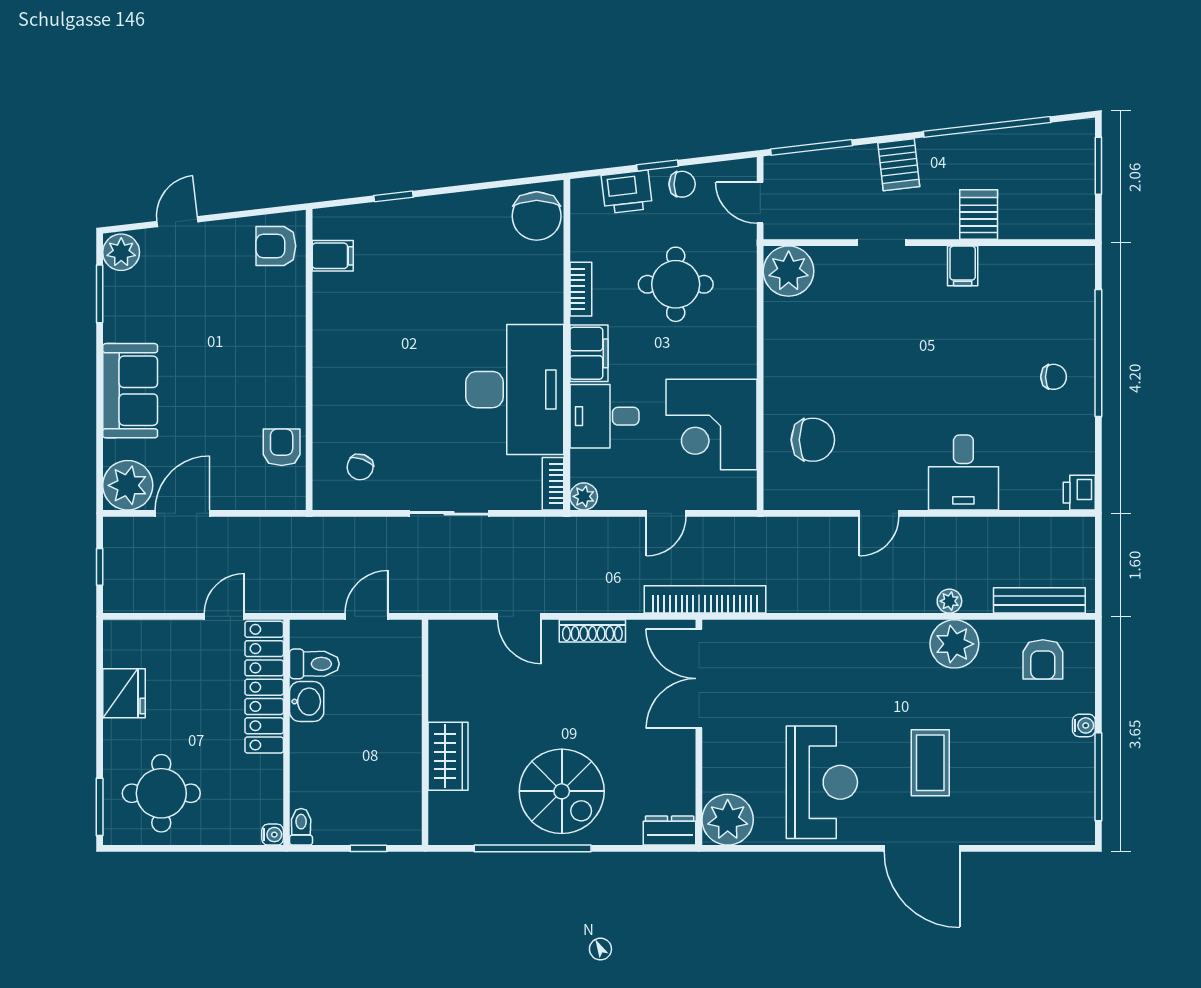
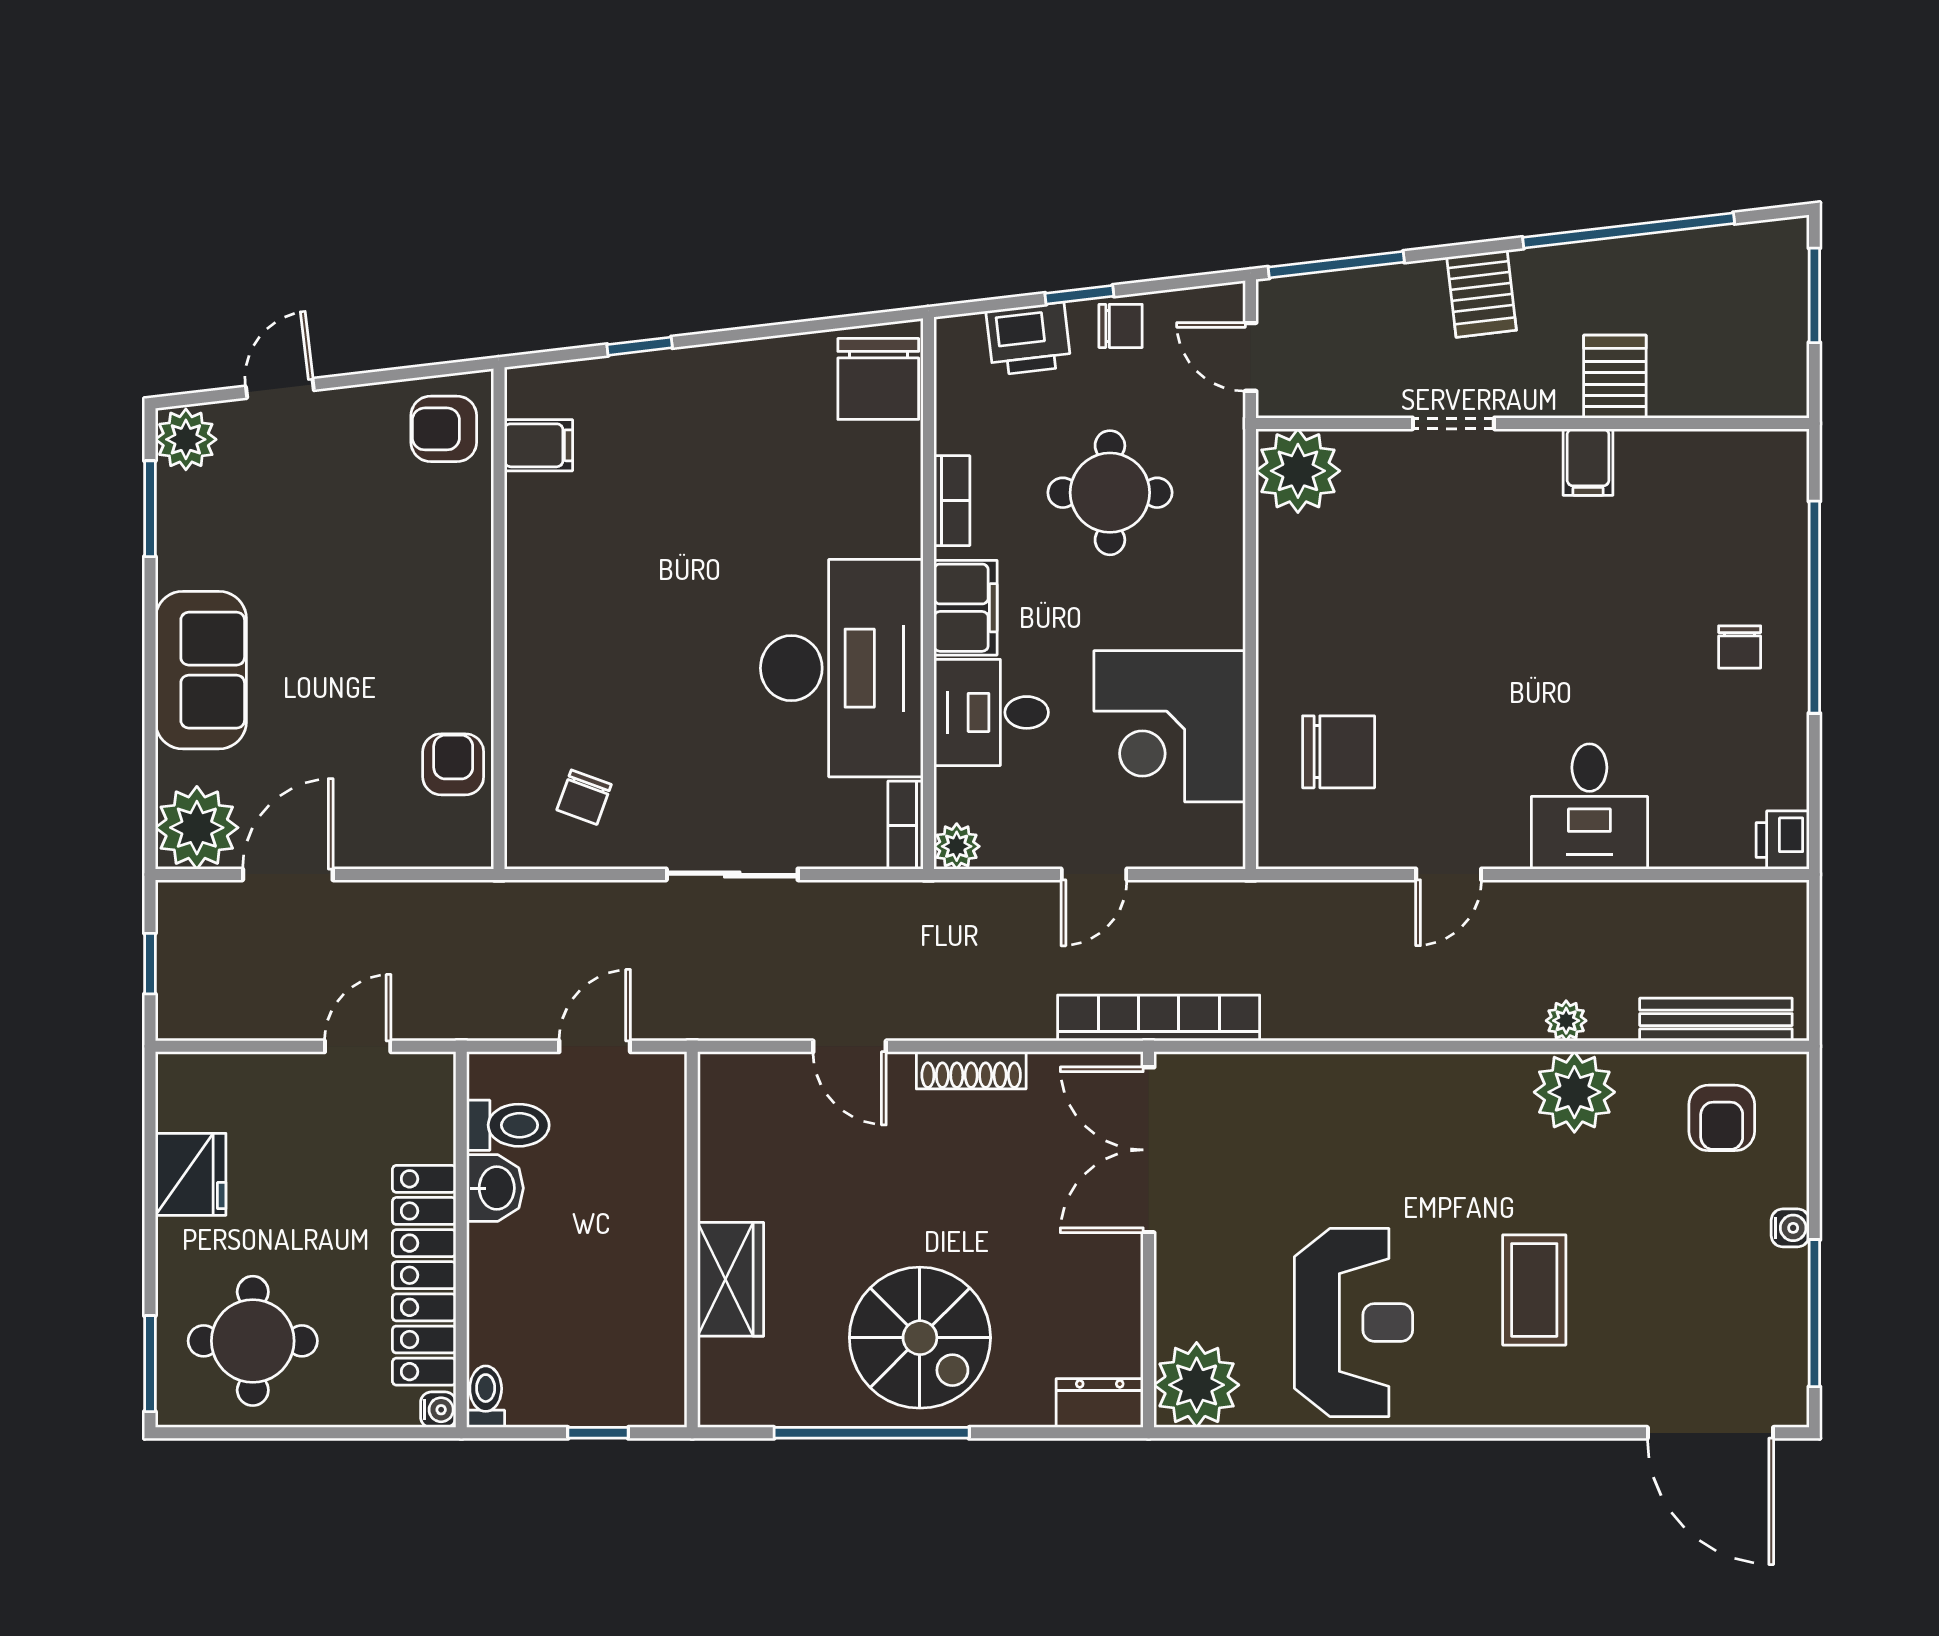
chair: (1054, 377) -> (1740, 647), turned 90
locker: (264, 687) -> (424, 1275), moved
door: (922, 848) -> (1710, 1433), moved

